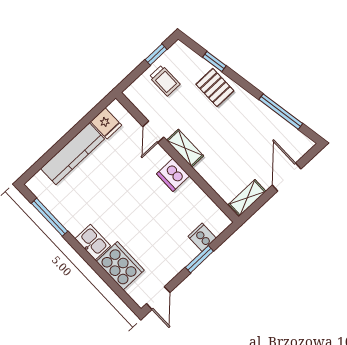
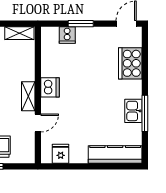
kitchen counter: (73, 154) -> (115, 155), moved
window: (49, 217) -> (145, 113), moved
kitchen sink: (93, 242) -> (133, 111), moved

